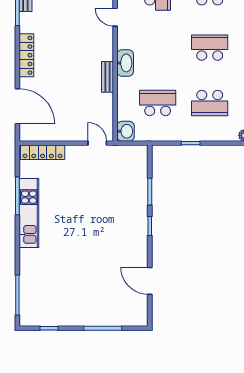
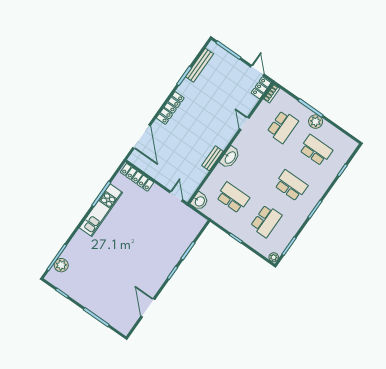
school desk: (210, 103) -> (266, 221), turned -90
plant: (28, 300) -> (61, 265), added

